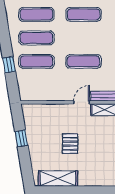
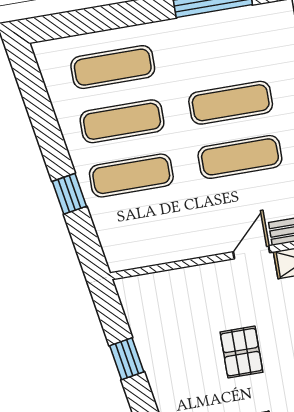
exercise mat: (84, 14) -> (231, 103), moved

